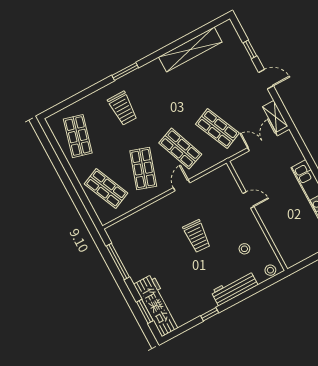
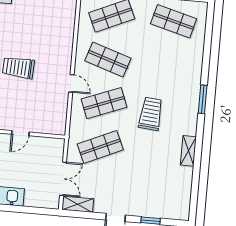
shelving: (190, 49) -> (188, 151), width x0.45, depth x0.75
trolley: (123, 108) -> (151, 114), moved, turned 95

